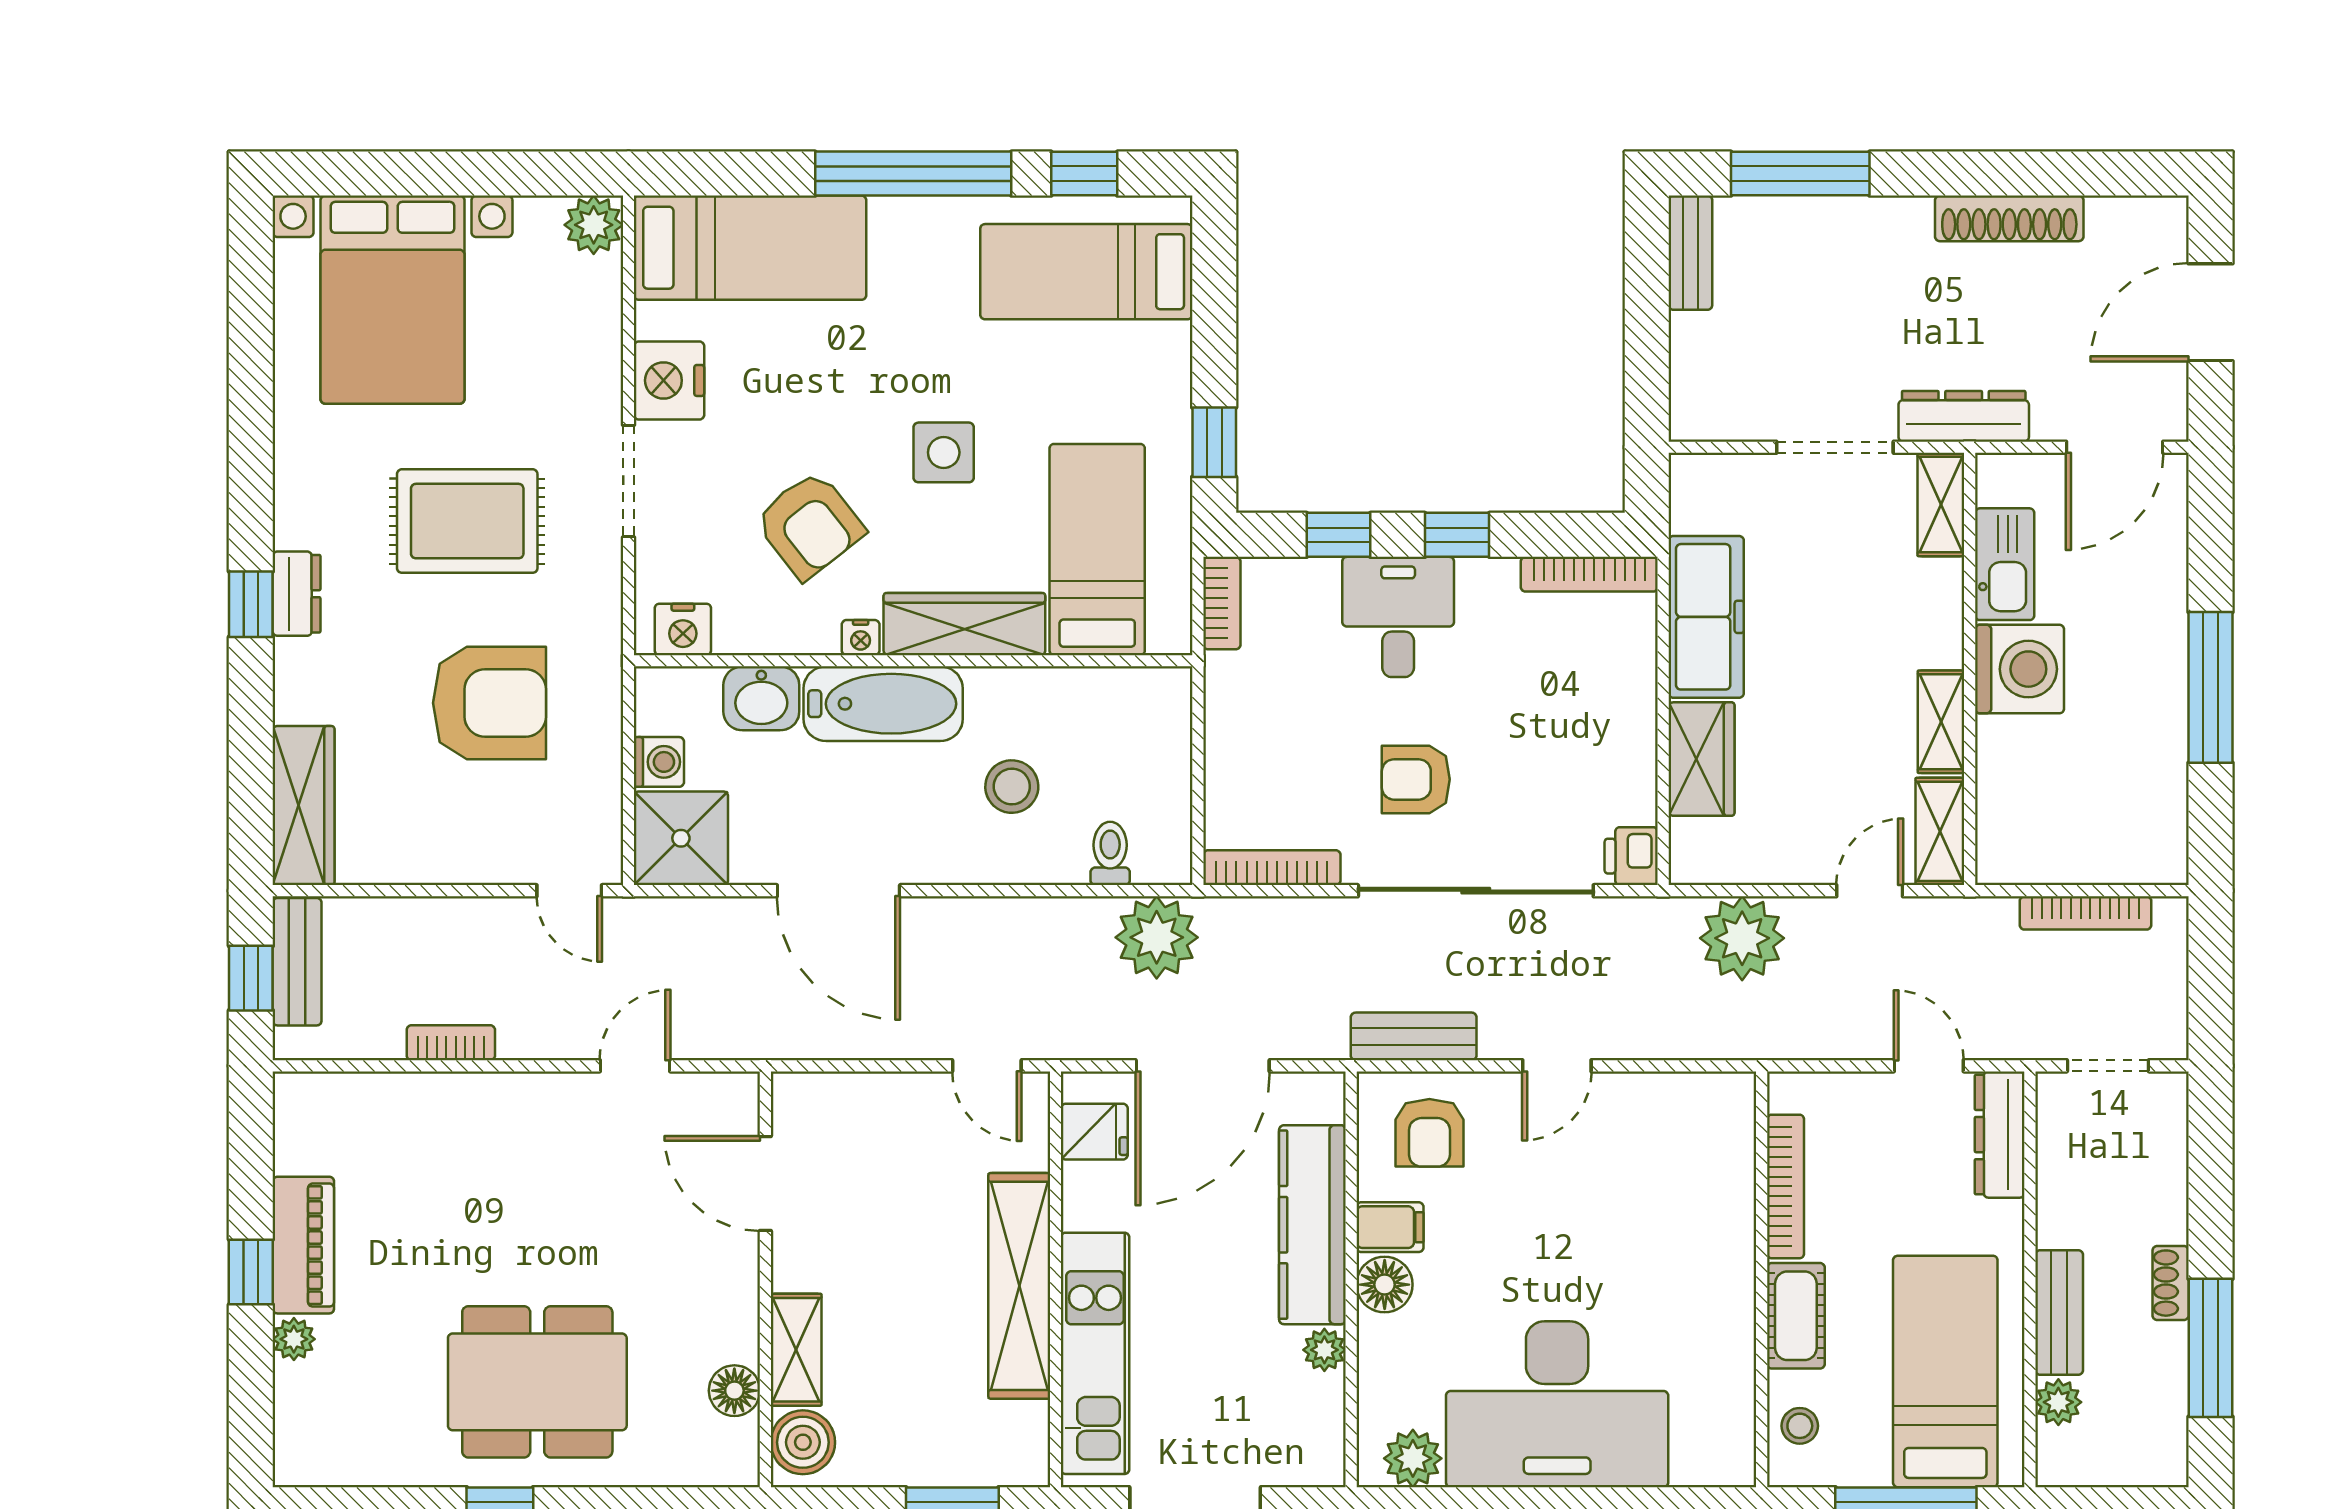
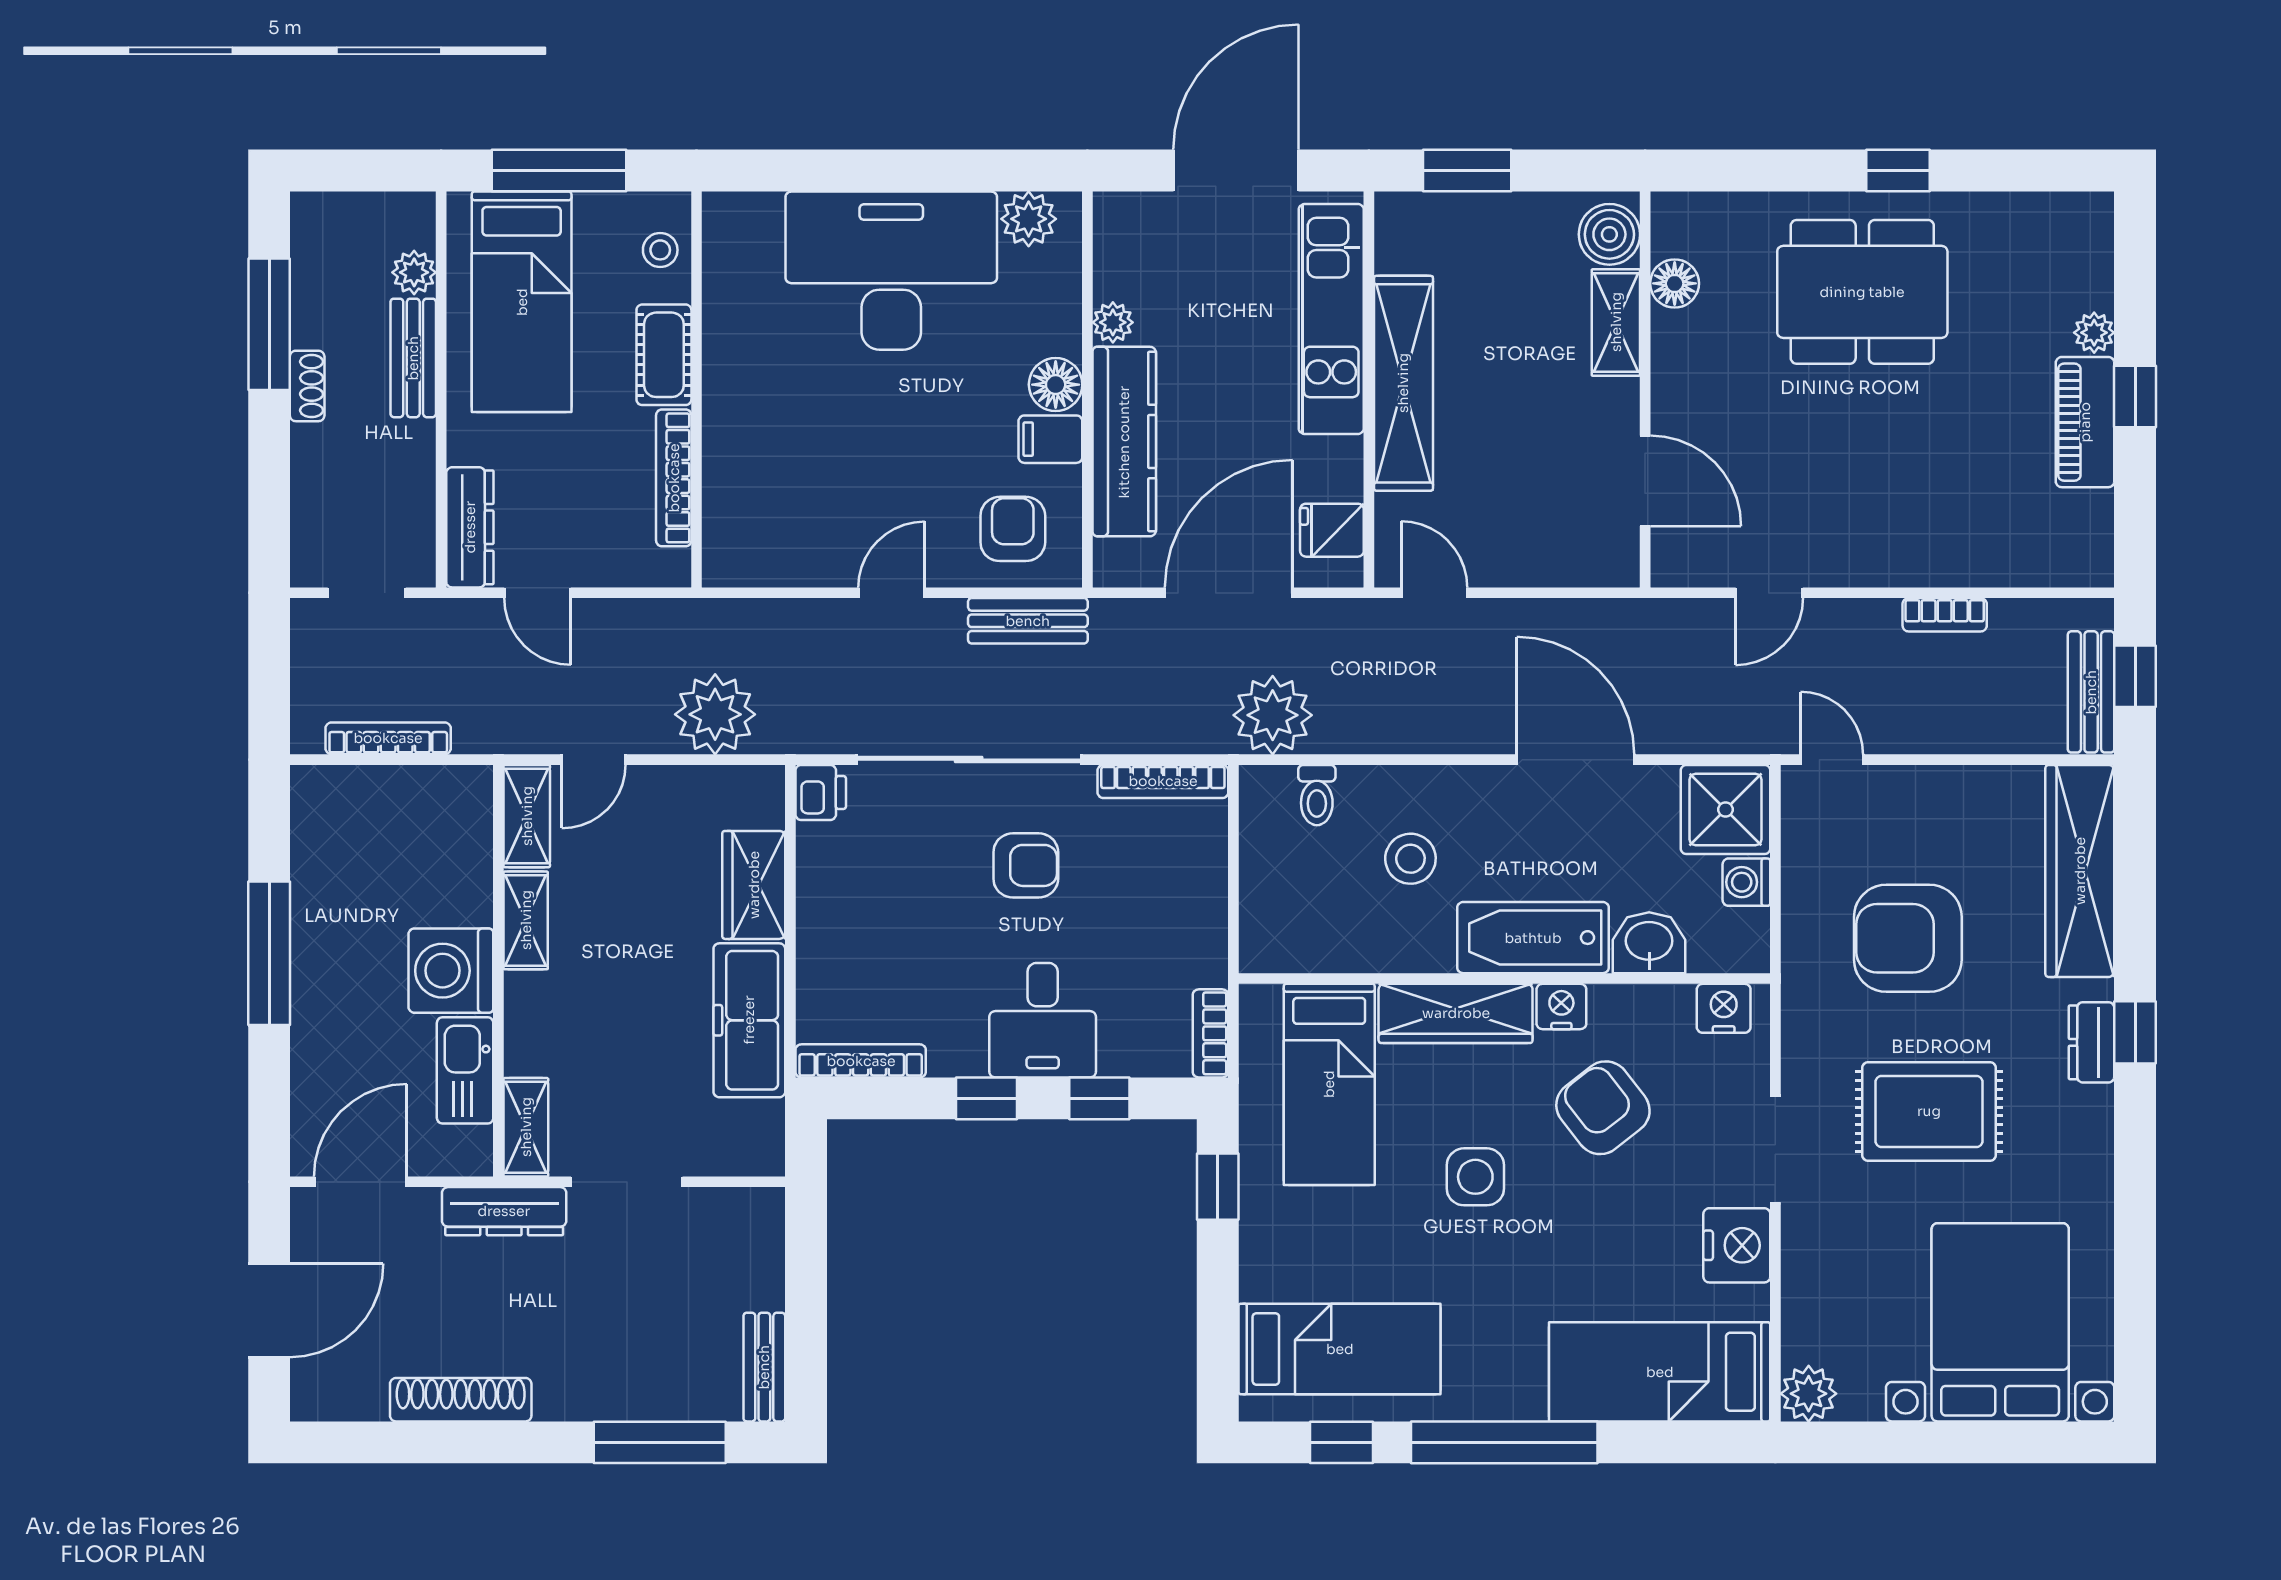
nightstand: (861, 638) -> (1561, 1006), width x1.39, depth x1.35
wardrobe: (303, 806) -> (2080, 871), width x1.40, depth x1.17

